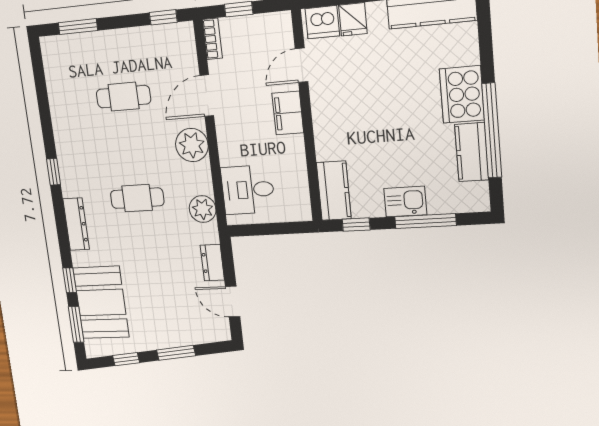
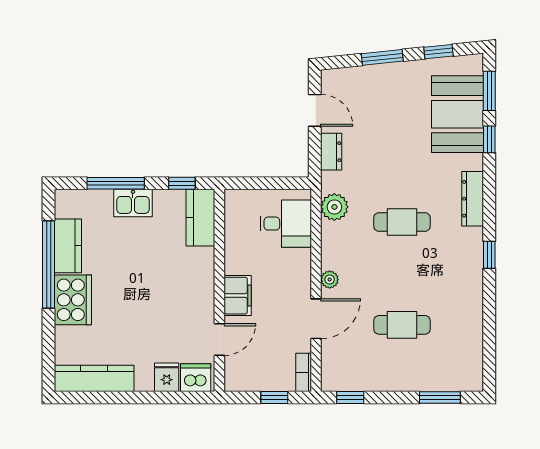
plant: (192, 145) -> (330, 280), width x0.53, depth x0.53

